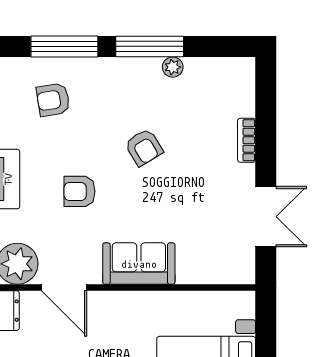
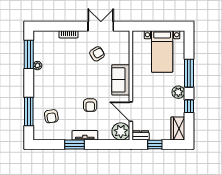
window: (150, 46) -> (29, 54), moved
armchair: (144, 147) -> (97, 54), moved
door: (64, 288) -> (131, 112), swing flipped

